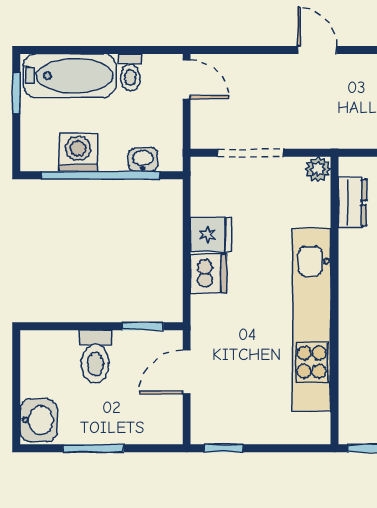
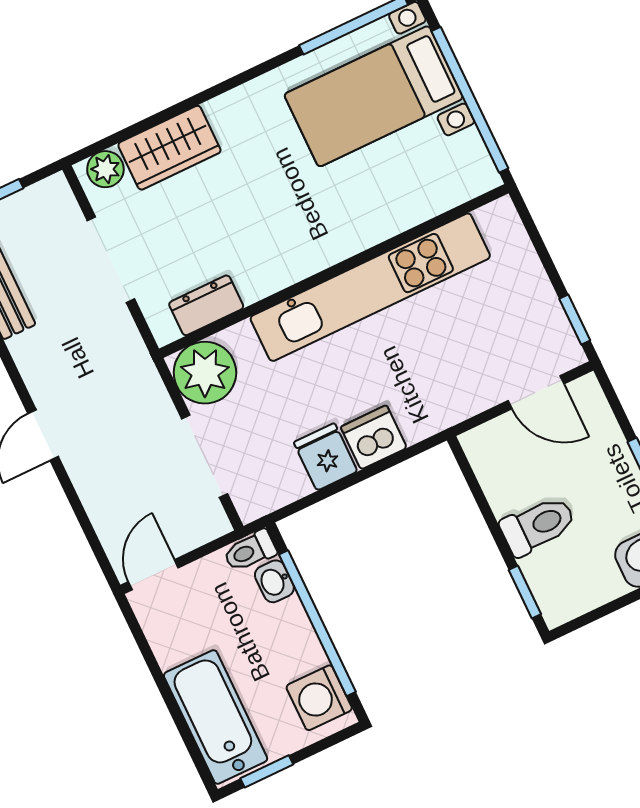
toilet: (130, 72) -> (250, 551), moved, turned 180
washing machine: (78, 152) -> (319, 698), moved
plant: (318, 169) -> (205, 373), width x1.87, depth x1.87
window: (143, 326) -> (525, 592), moved
door: (187, 372) -> (536, 392), moved

